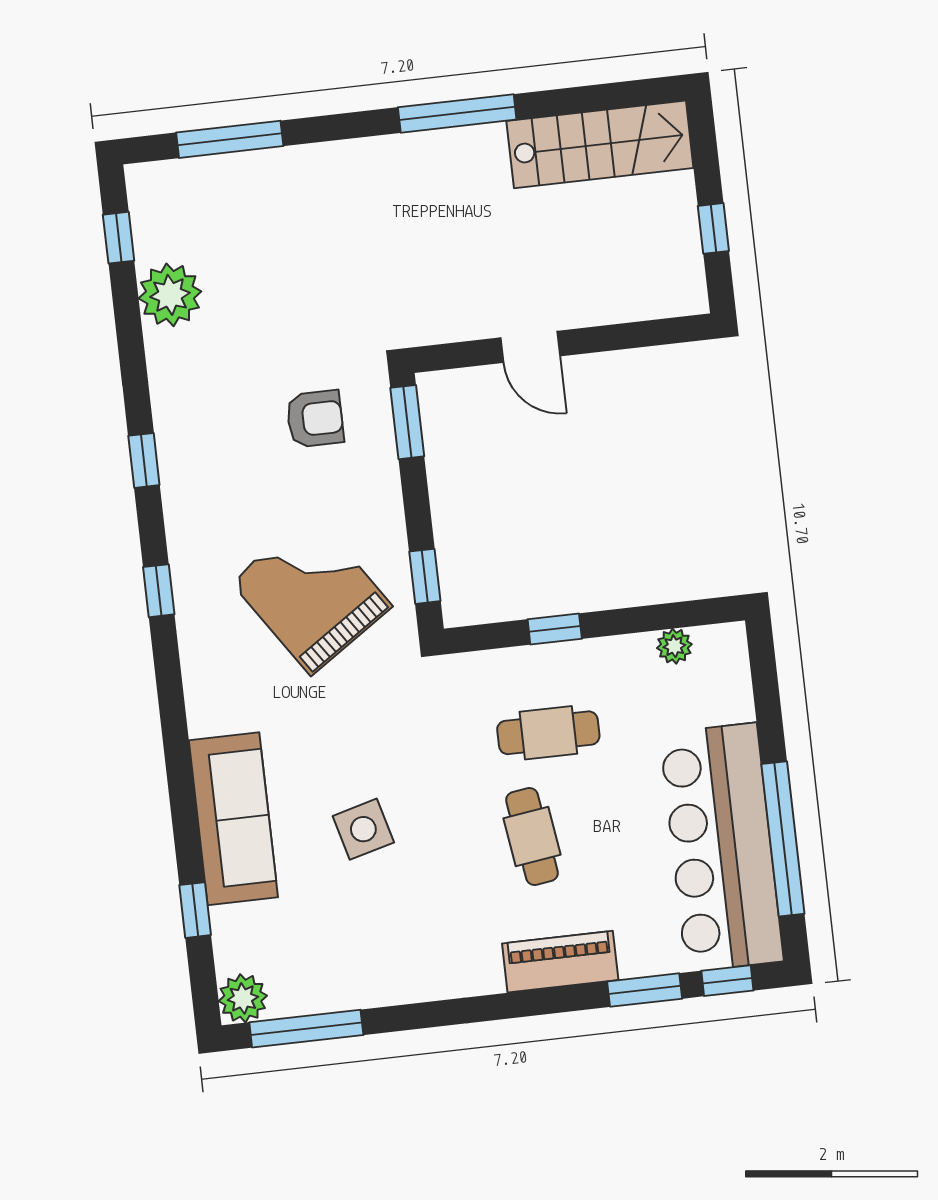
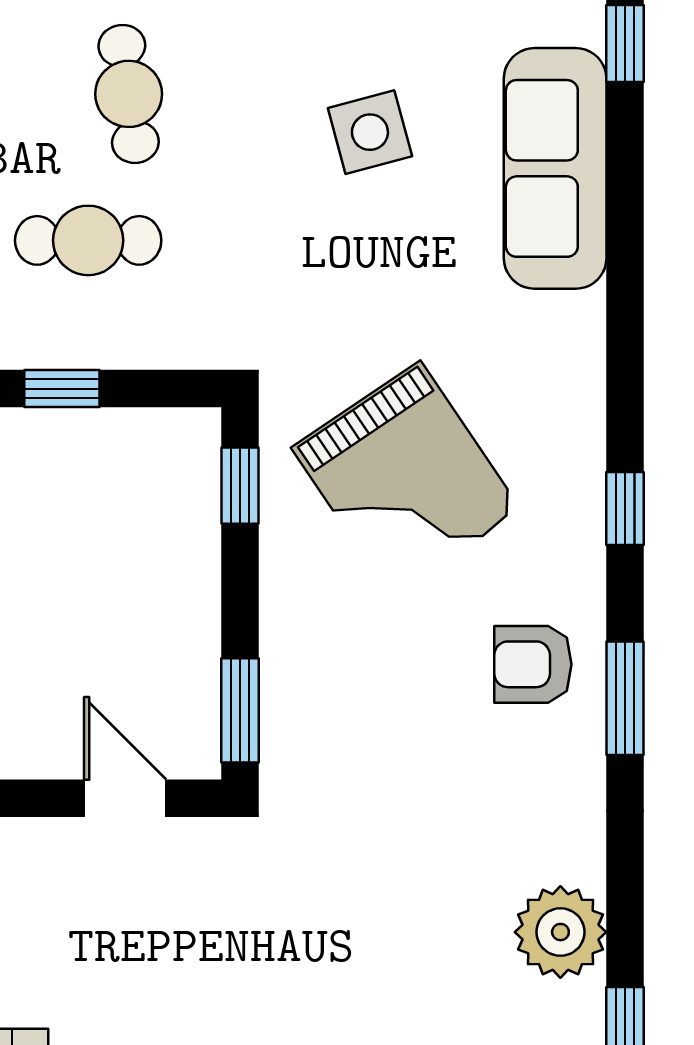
door: (530, 347) -> (125, 798), moved
armchair: (315, 419) -> (533, 664), moved
window: (144, 460) -> (625, 698), width x1.50

